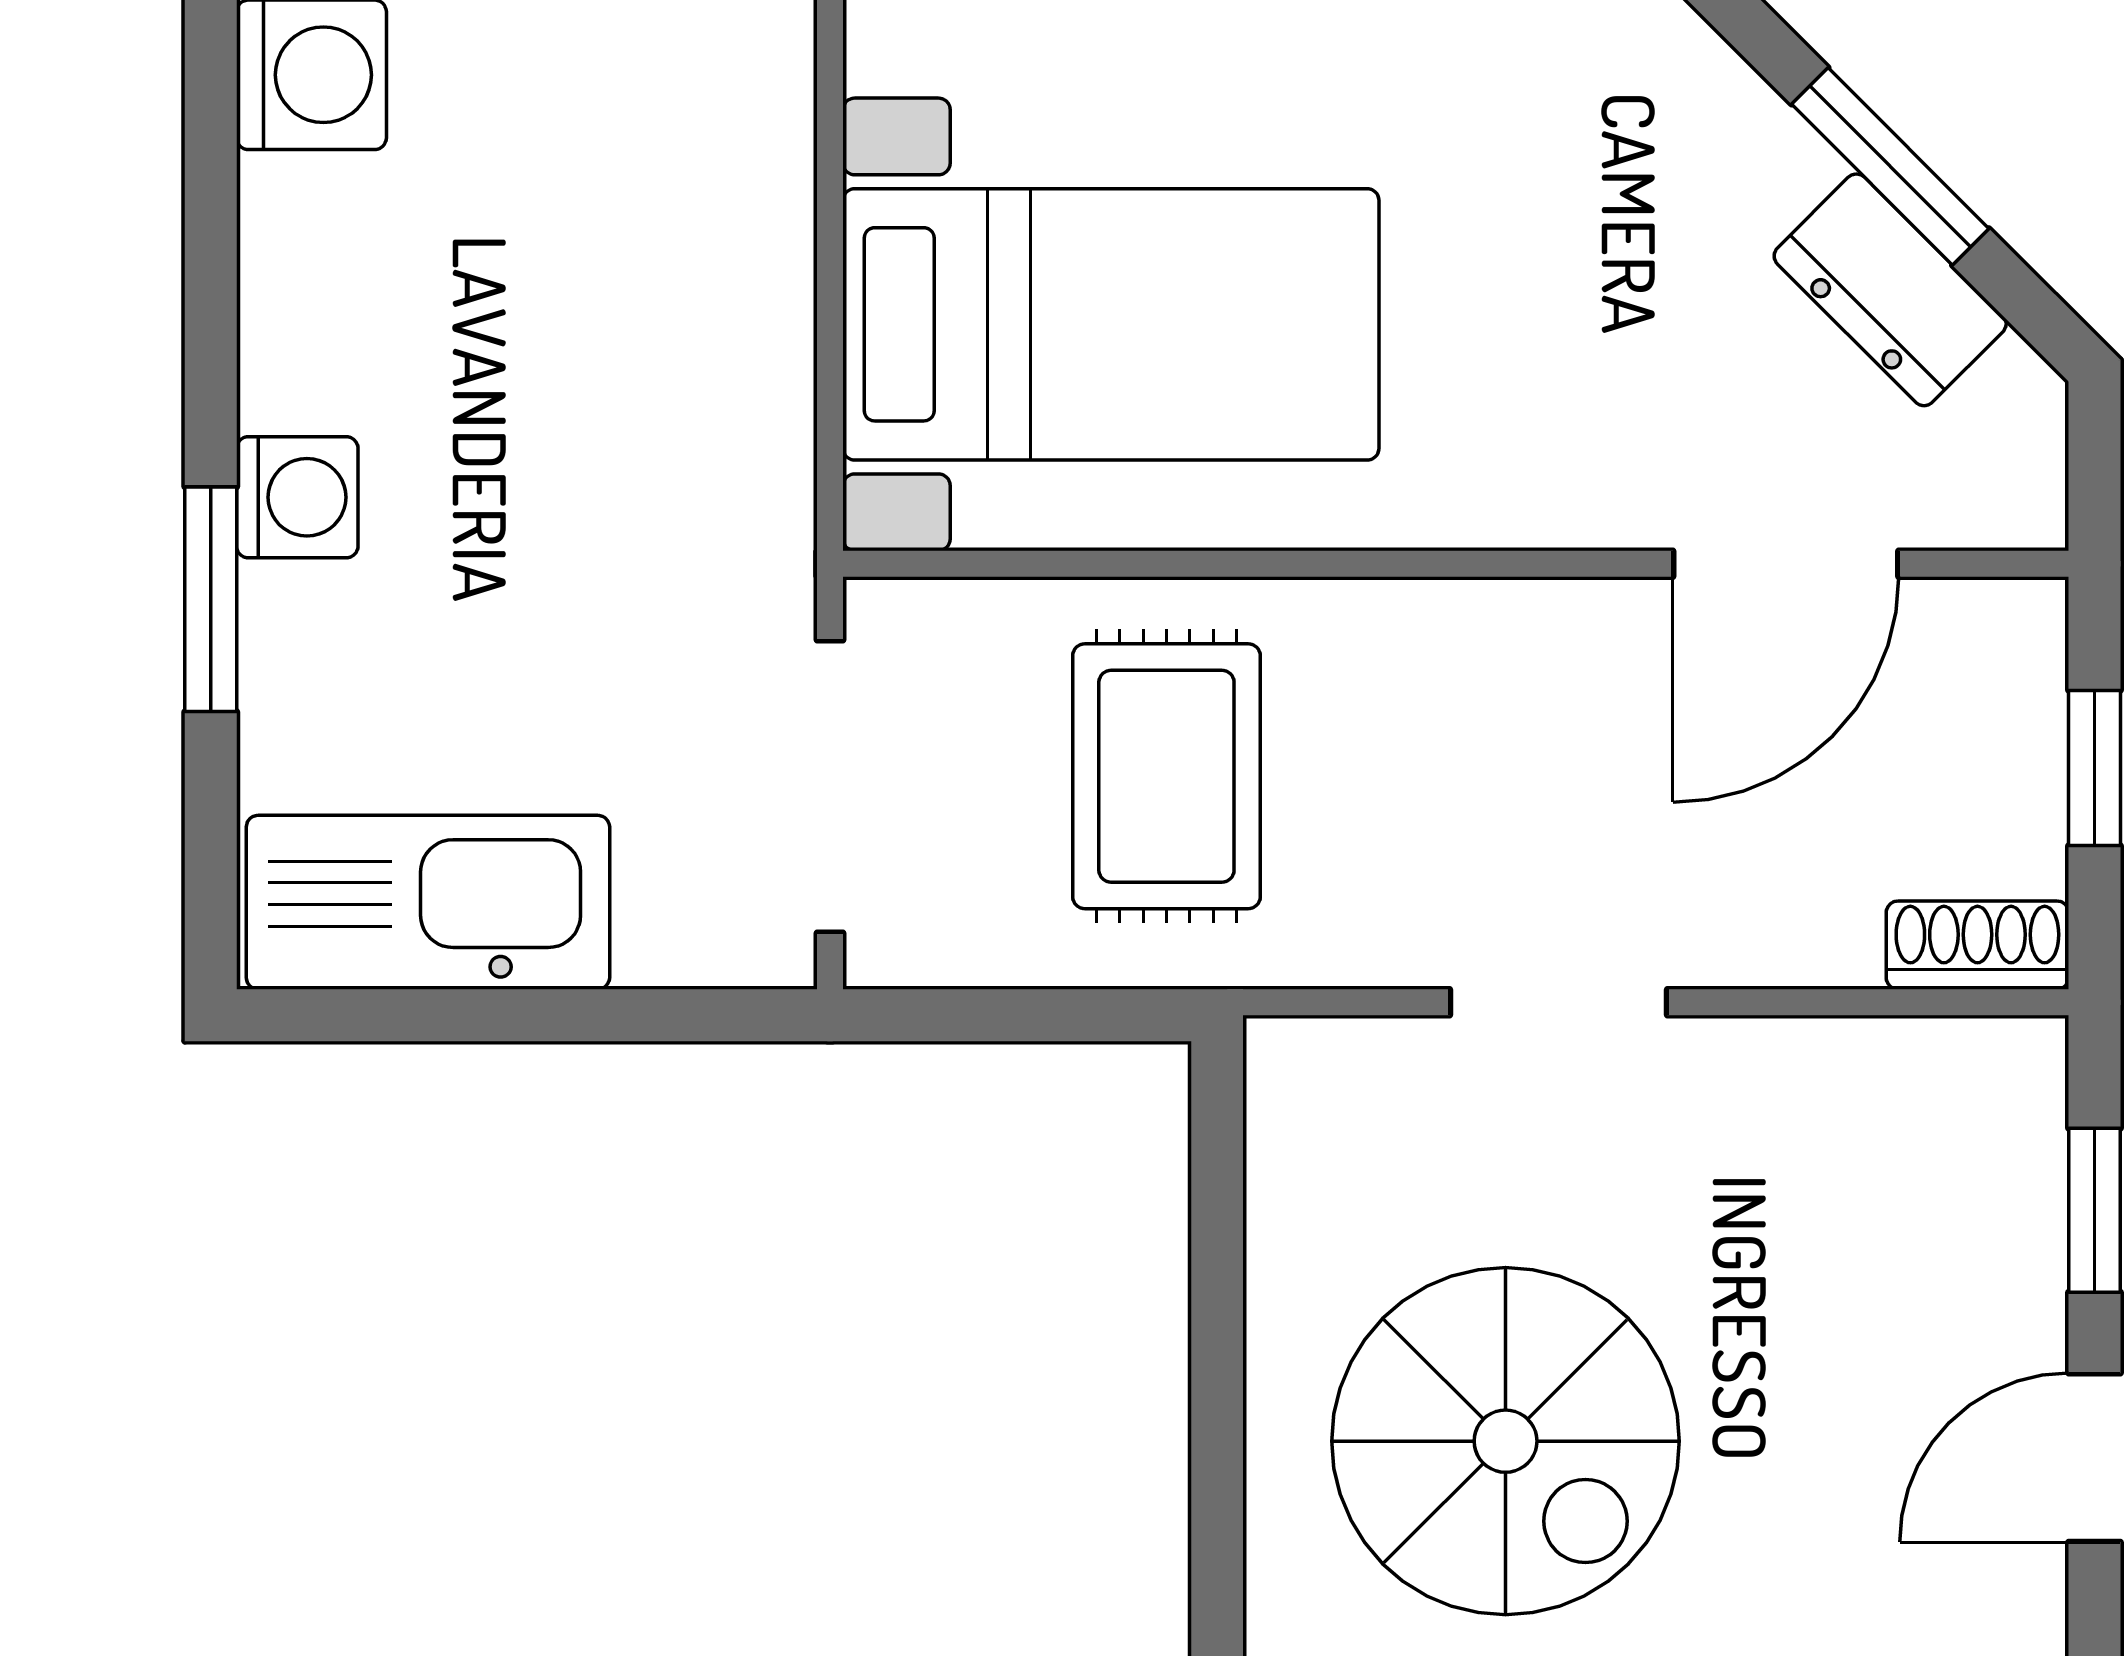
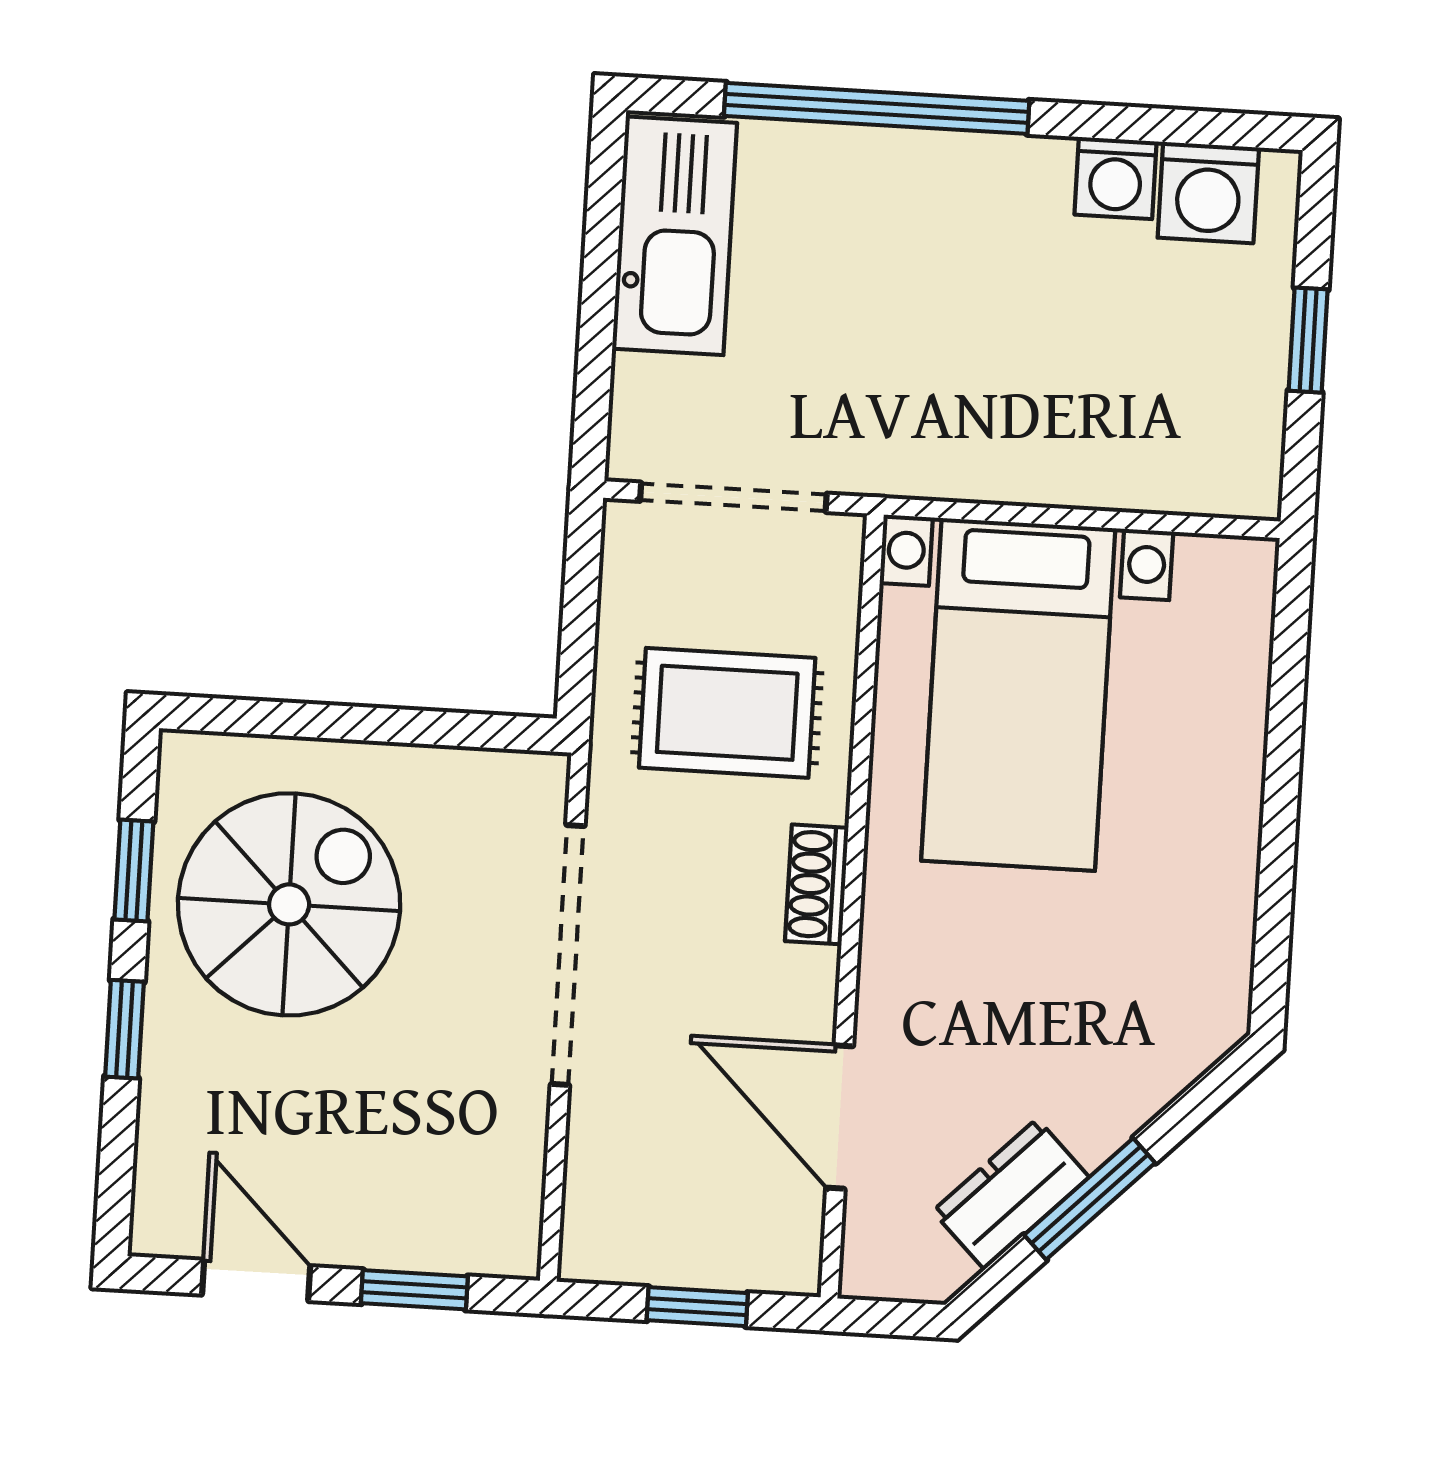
washing machine: (297, 497) -> (1116, 178), moved
window: (211, 599) -> (877, 108), width x2.11
shoe rack: (1977, 945) -> (817, 884), moved, turned 180
doorway: (1559, 1002) -> (568, 955), width x1.87
spiral stairs: (1506, 1441) -> (289, 904), turned 180

